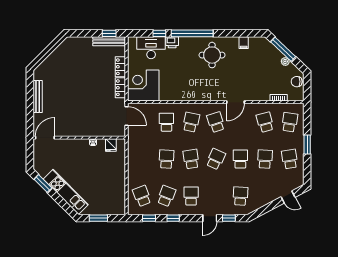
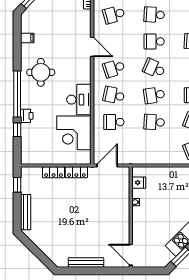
bench: (109, 41) -> (26, 212), moved
desk: (151, 48) -> (79, 100), moved, turned 180
corner desk: (143, 85) -> (74, 133), moved

